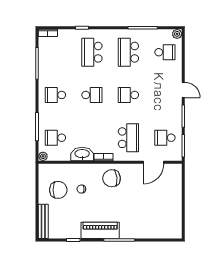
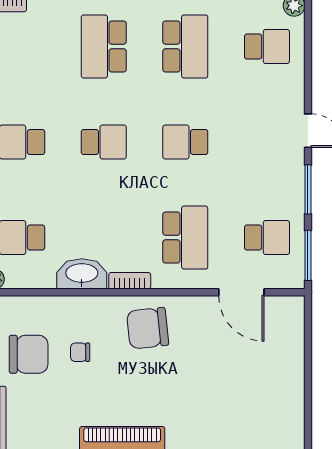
school desk: (128, 52) -> (185, 46), turned 180
school desk: (165, 138) -> (267, 238), turned 180
door: (154, 162) -> (241, 292), hinge flipped

